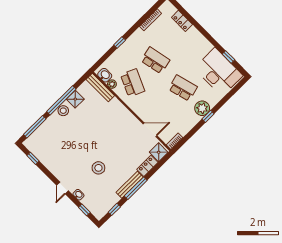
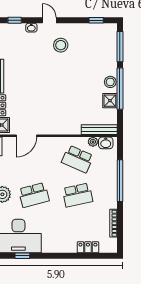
window: (120, 43) -> (120, 181), width x3.17
stool: (98, 168) -> (61, 45), moved

